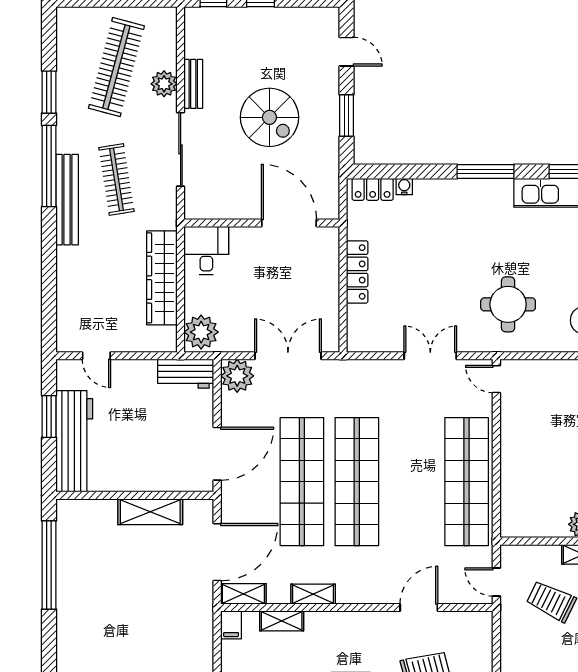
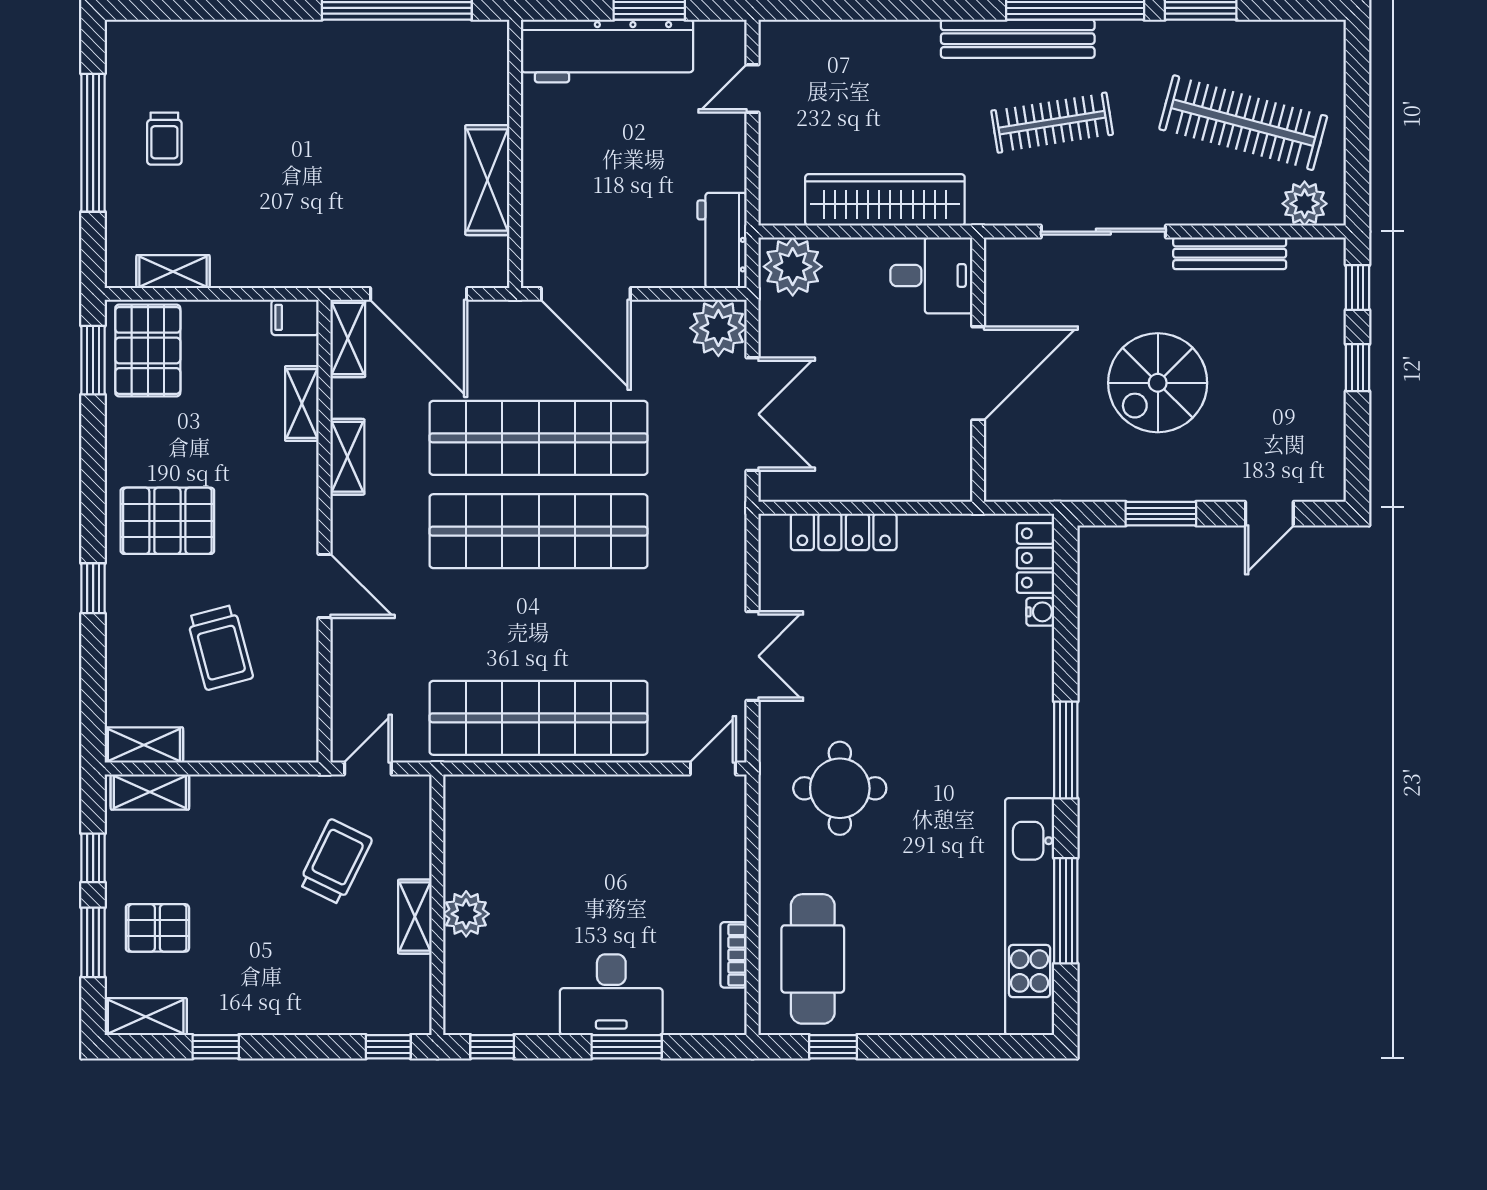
plant: (164, 84) -> (1305, 204), moved
bench: (193, 84) -> (1230, 253), width x1.36
door: (289, 223) -> (978, 373), moved
locker: (357, 272) -> (844, 532), moved
door: (419, 608) -> (325, 586), moved

